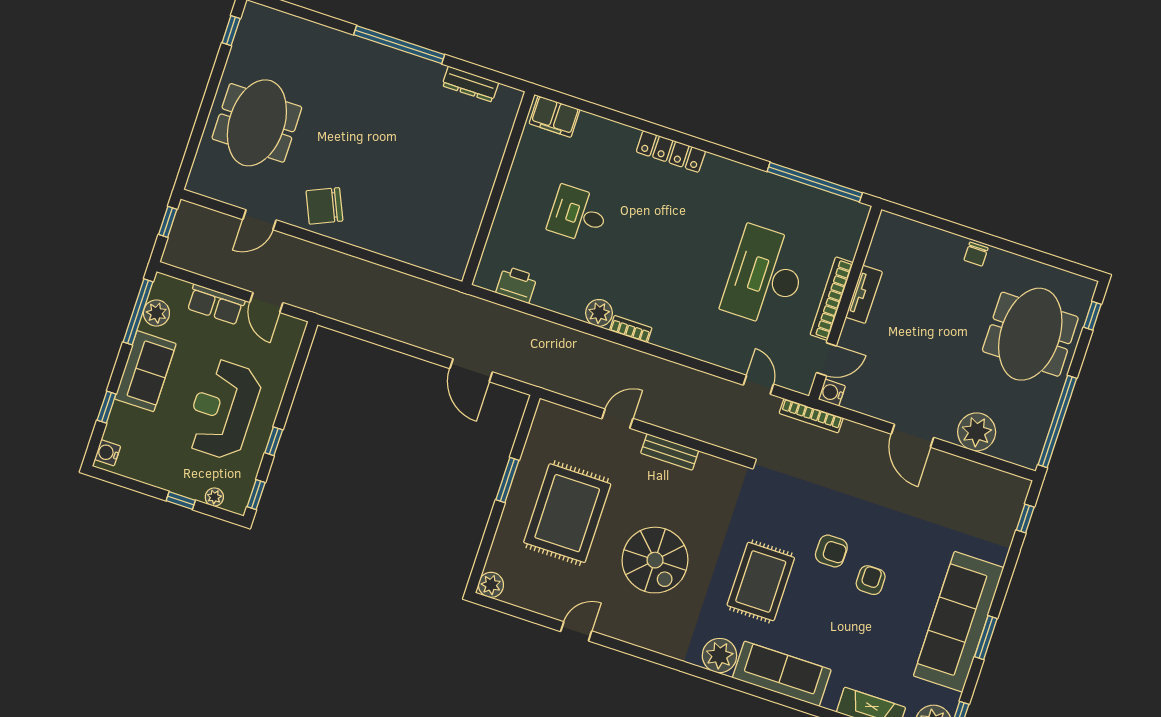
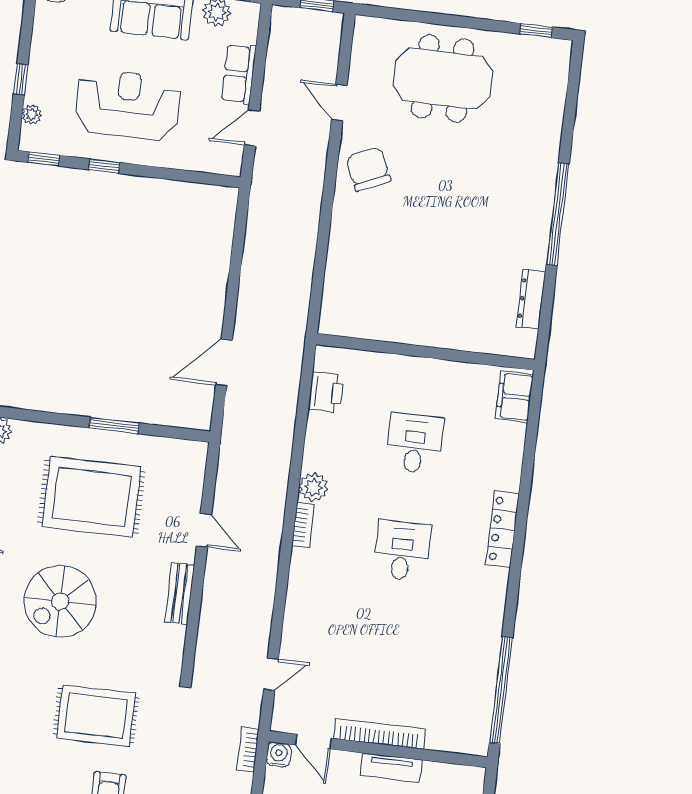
desk: (765, 276) -> (402, 551), moved, width x0.53, depth x0.77
bookcase: (811, 416) -> (248, 750), width x0.64
rug: (761, 582) -> (96, 716), moved

